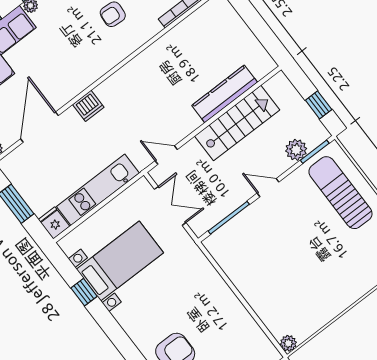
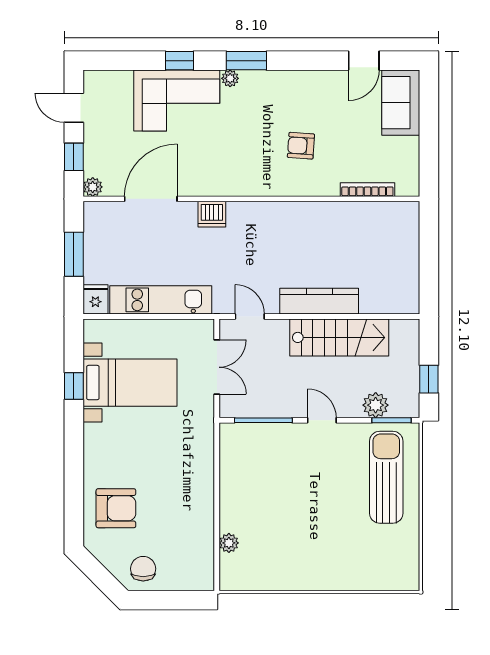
kitchen counter: (225, 94) -> (319, 301), moved
plant: (288, 343) -> (229, 543), moved

